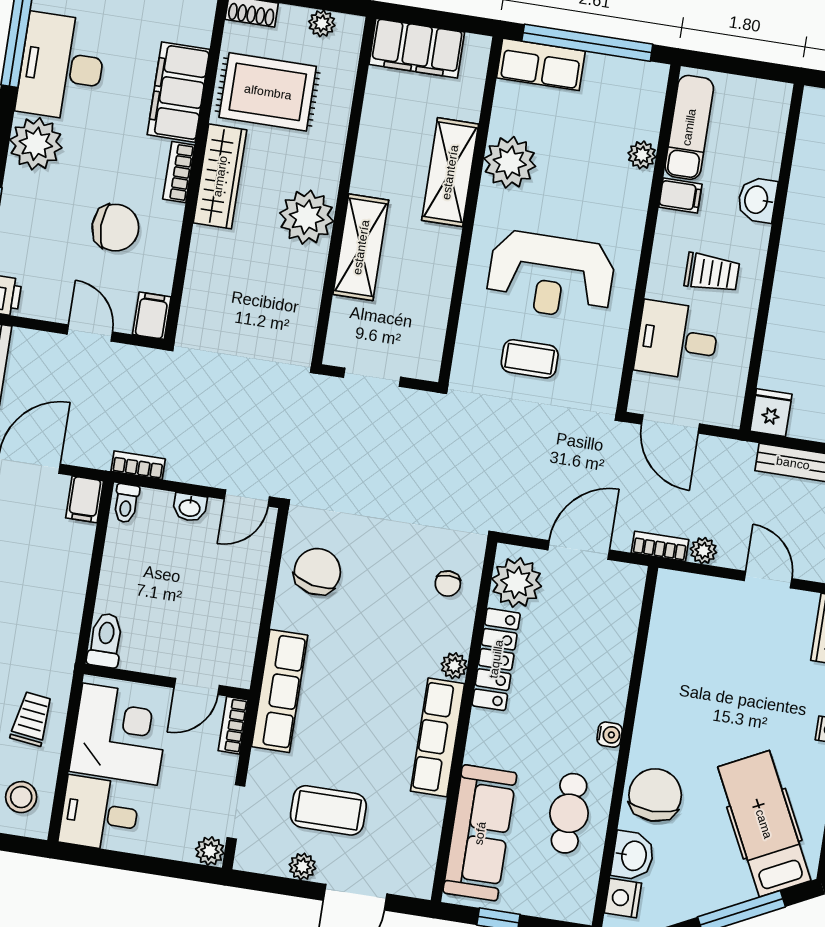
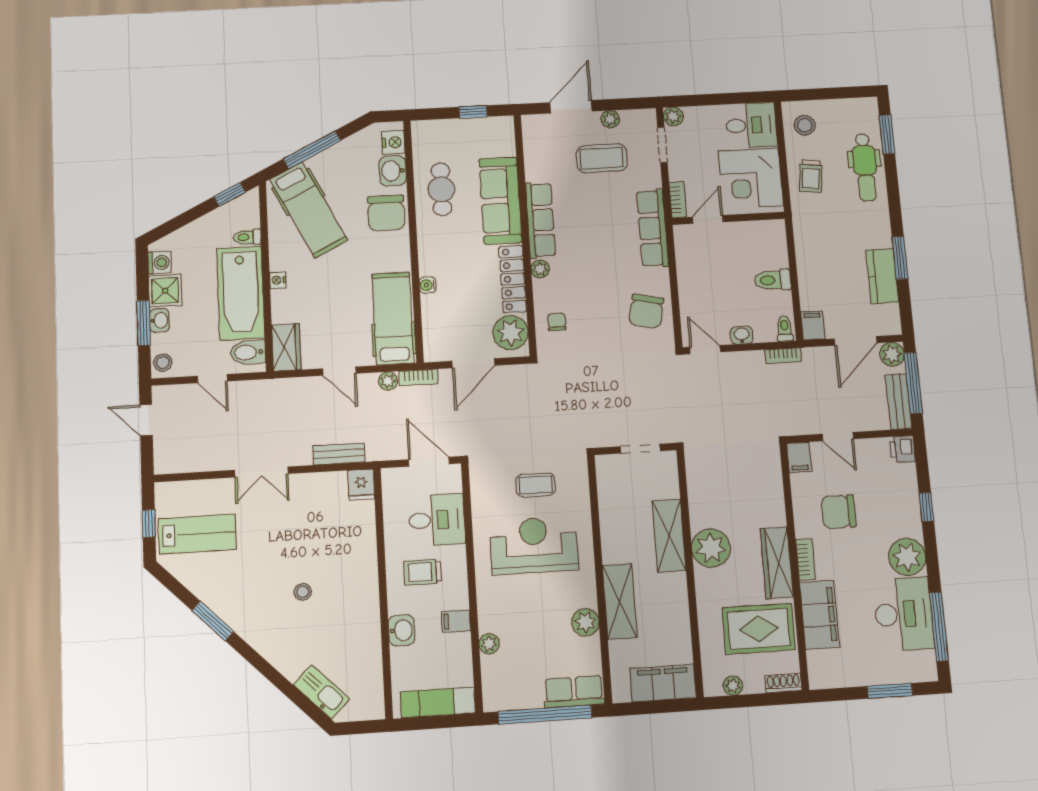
exam couch: (689, 127) -> (438, 702), moved, turned 90
plant: (510, 162) -> (585, 622), width x0.73, depth x0.73
door: (247, 498) -> (705, 350), hinge flipped
hospital bed: (678, 639) -> (393, 318), added
toilet: (105, 640) -> (773, 280), moved, turned 90
water cooler: (610, 735) -> (428, 285), moved
sofa: (480, 833) -> (500, 201), moved

